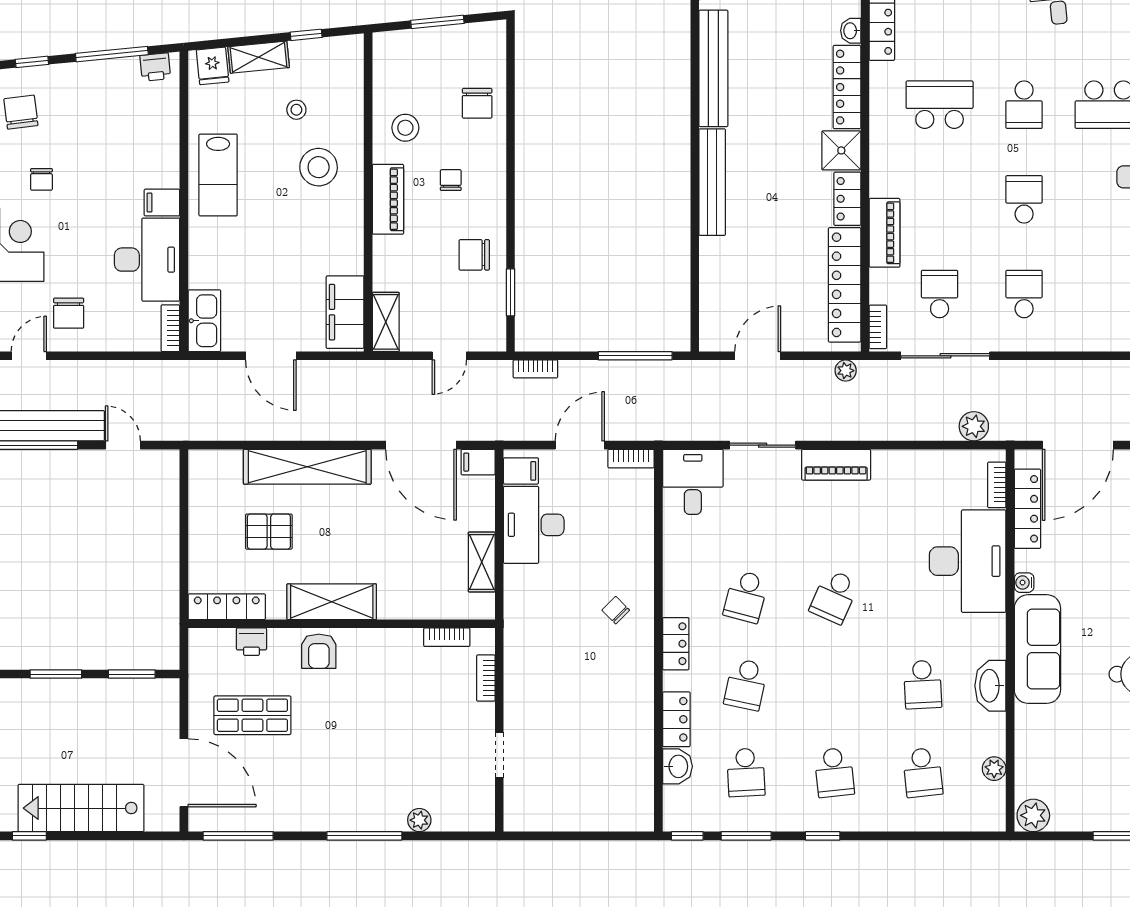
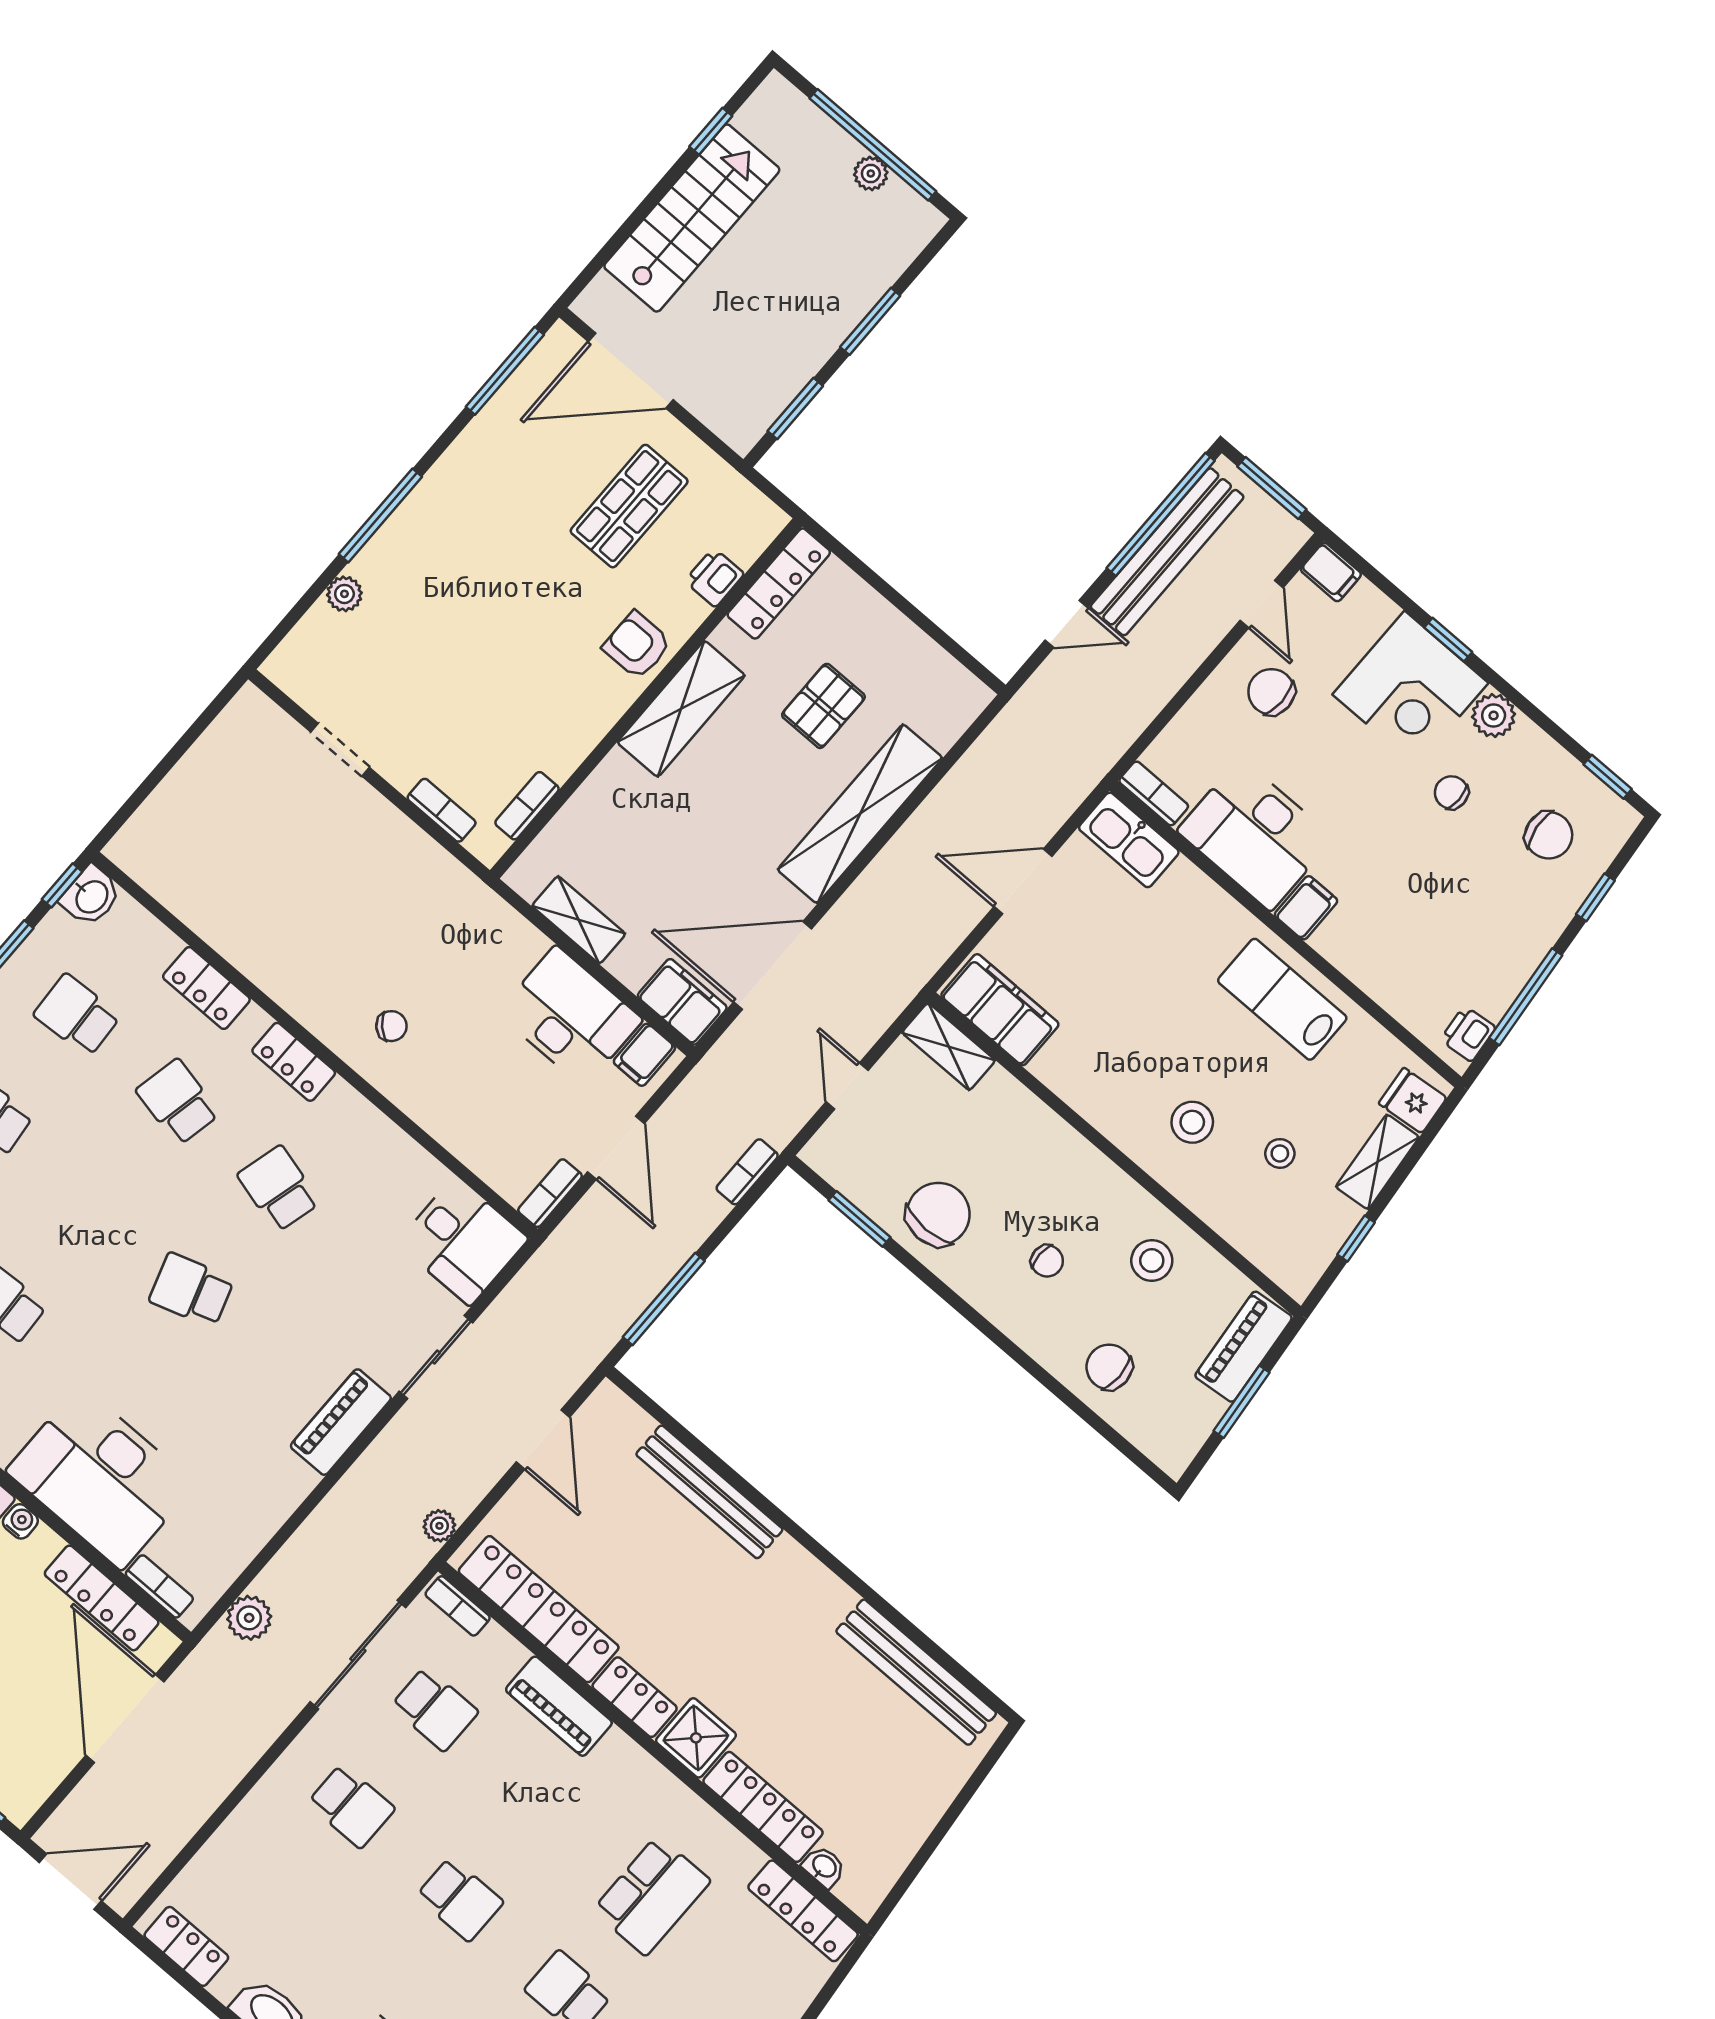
stool: (319, 167) -> (1192, 1122), width x0.73, depth x0.73
bench: (712, 182) -> (709, 1492), moved
piano: (388, 199) -> (1244, 1347), moved, turned 84
chair: (474, 255) -> (938, 1214), width x1.37, depth x1.37
filing cabinet: (478, 462) -> (682, 1002), width x2.00
school desk: (834, 597) -> (192, 1290), turned -42
washbasin: (677, 766) -> (91, 896), moved, turned -90

